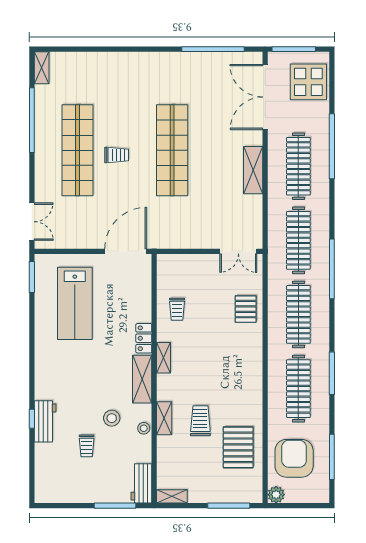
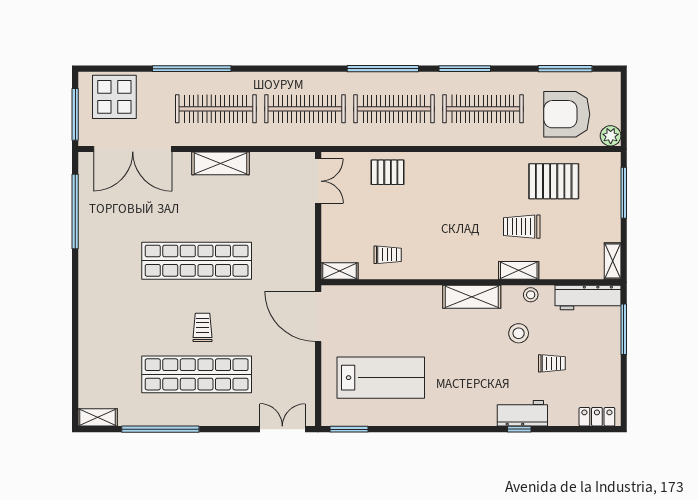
window: (332, 269) -> (383, 69), moved
locker: (144, 338) -> (597, 417), moved, turned 180
shelving: (164, 358) -> (339, 271), moved
workbench: (141, 483) -> (588, 297), width x1.38

